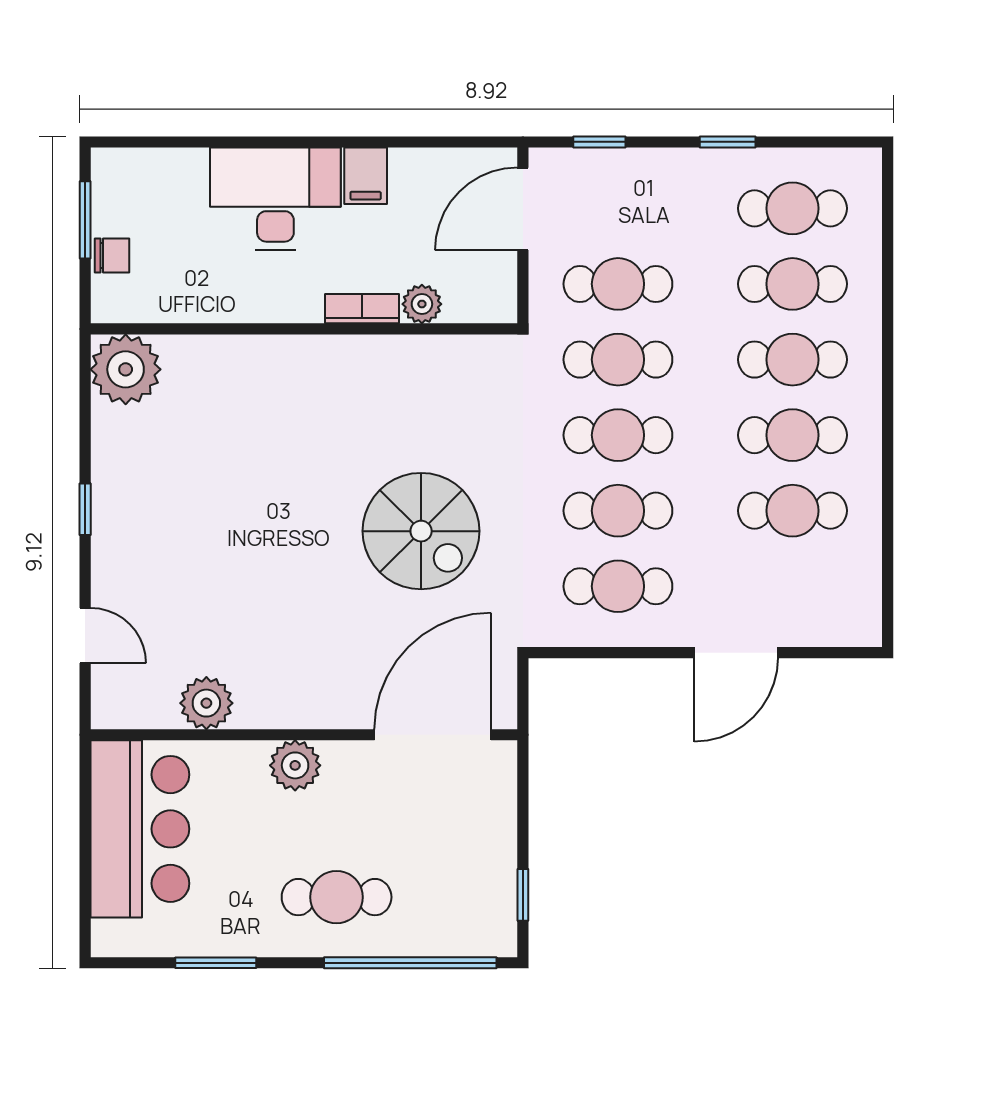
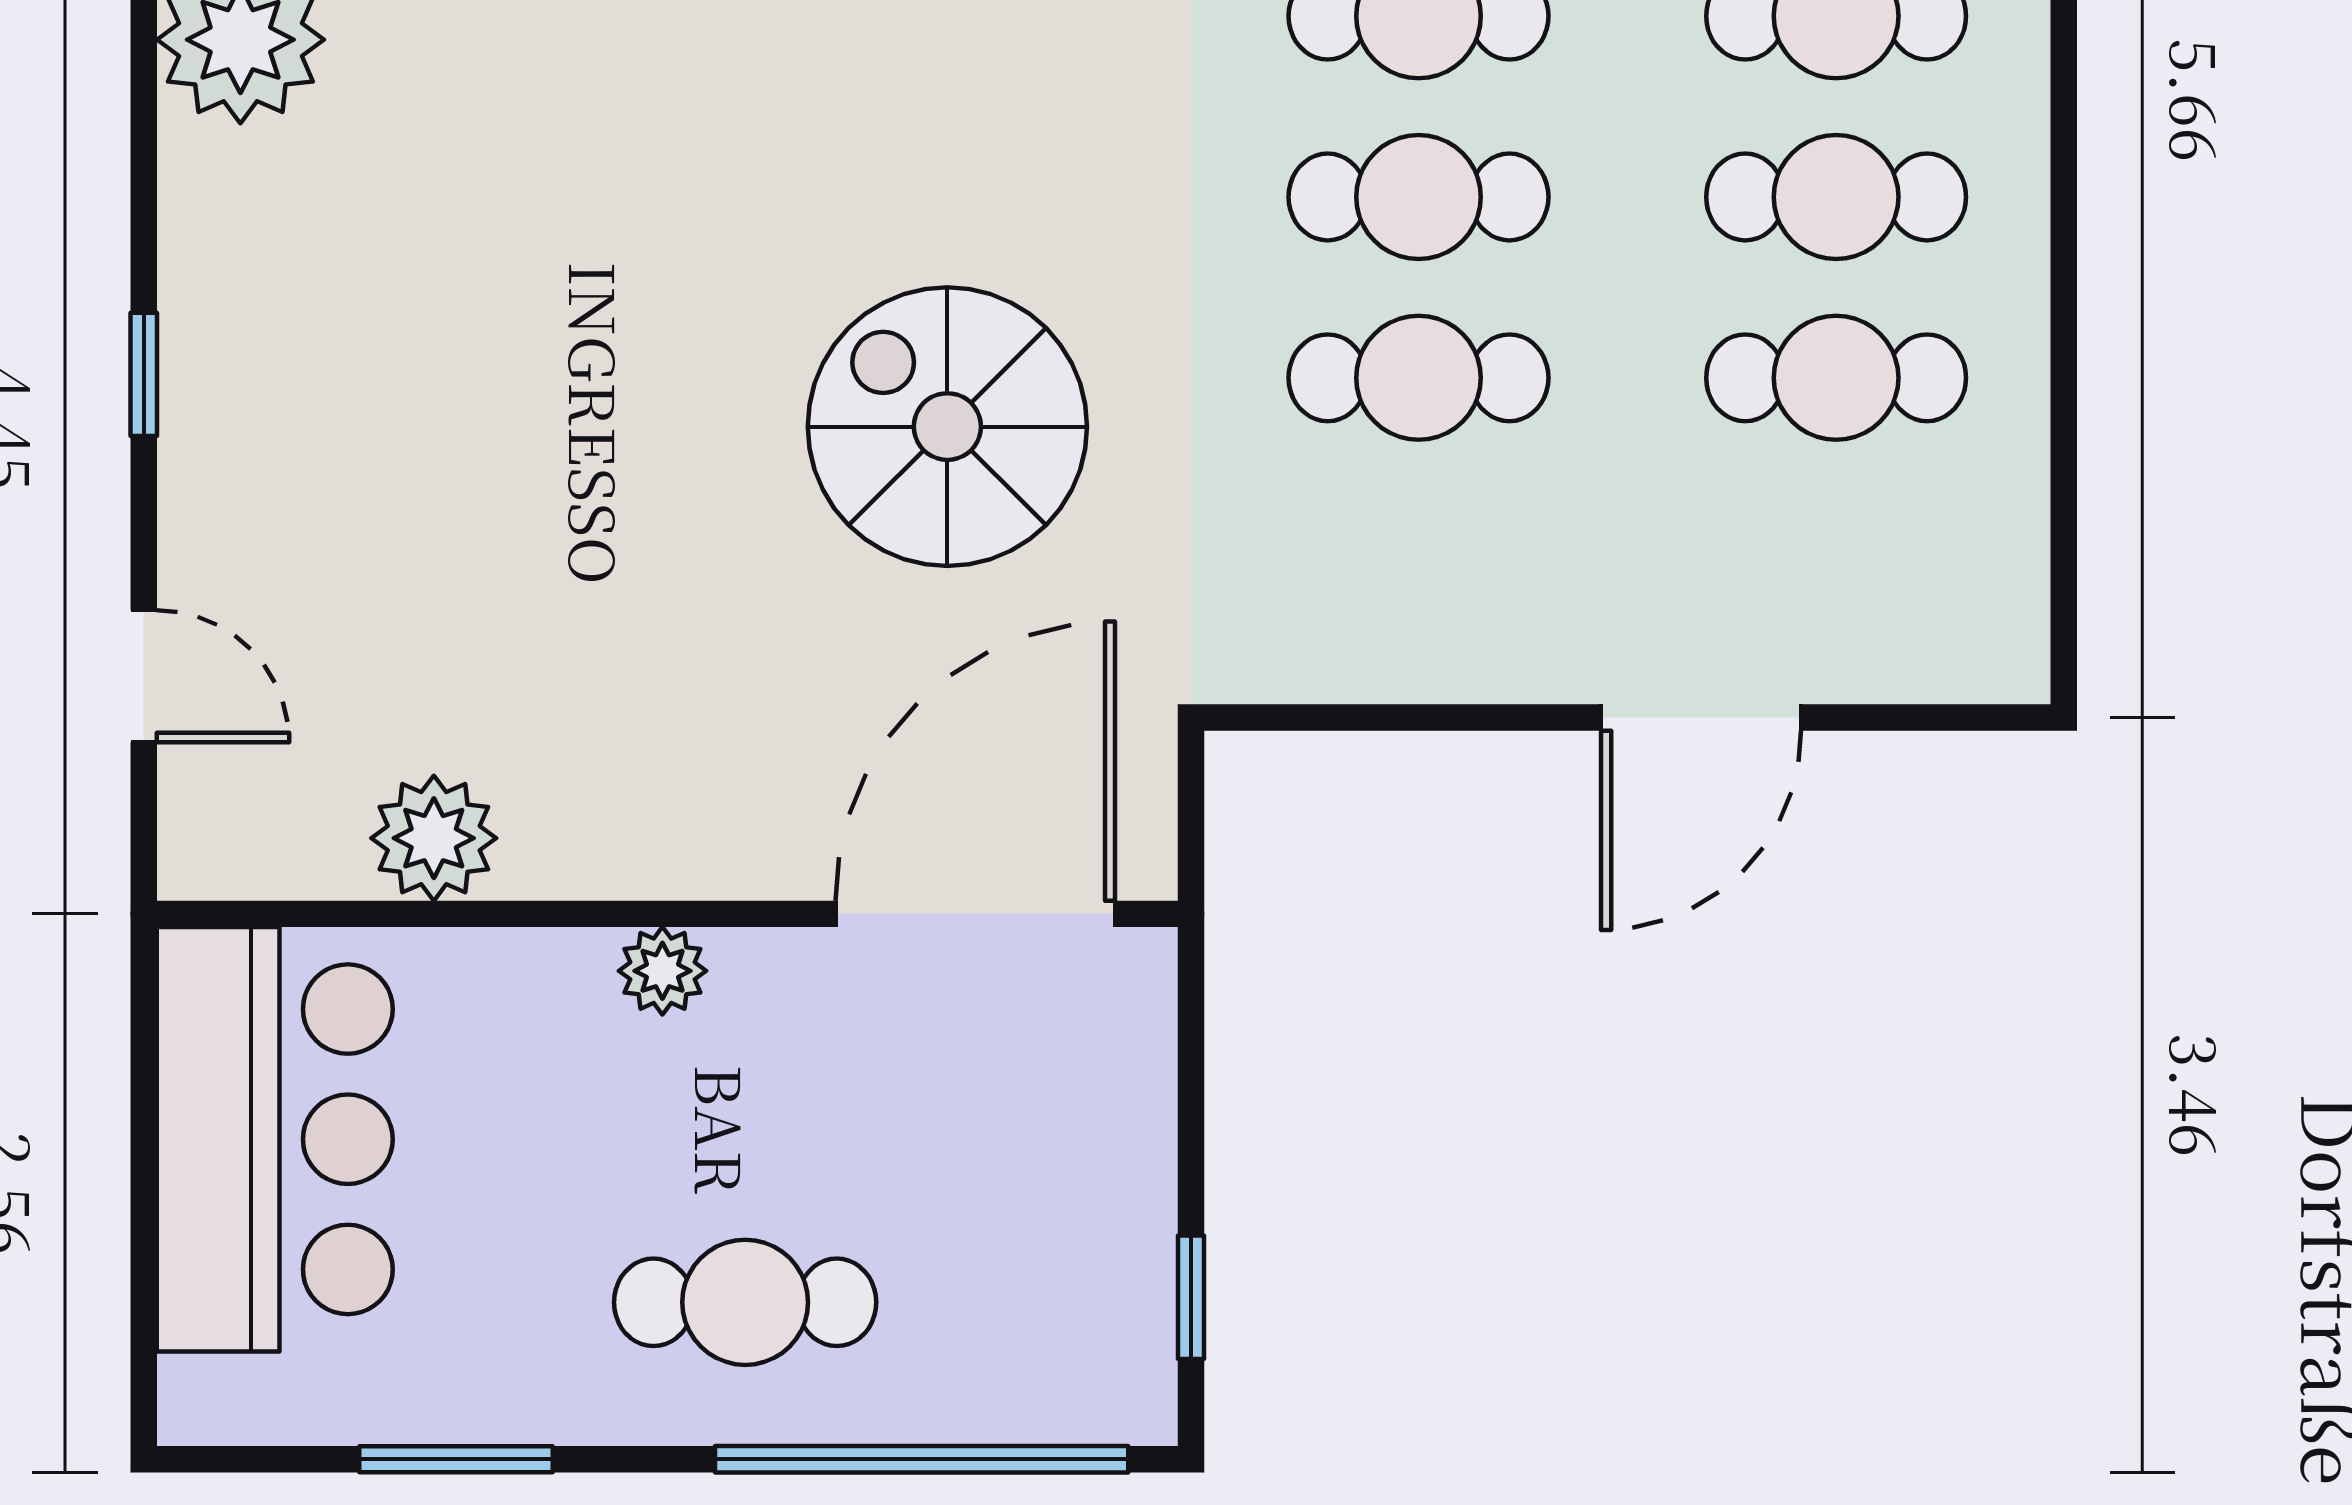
spiral stairs: (421, 531) -> (947, 427), turned 180
cafe table: (618, 586) -> (1419, 559), removed
plant: (295, 765) -> (662, 971), width x0.73, depth x0.73

